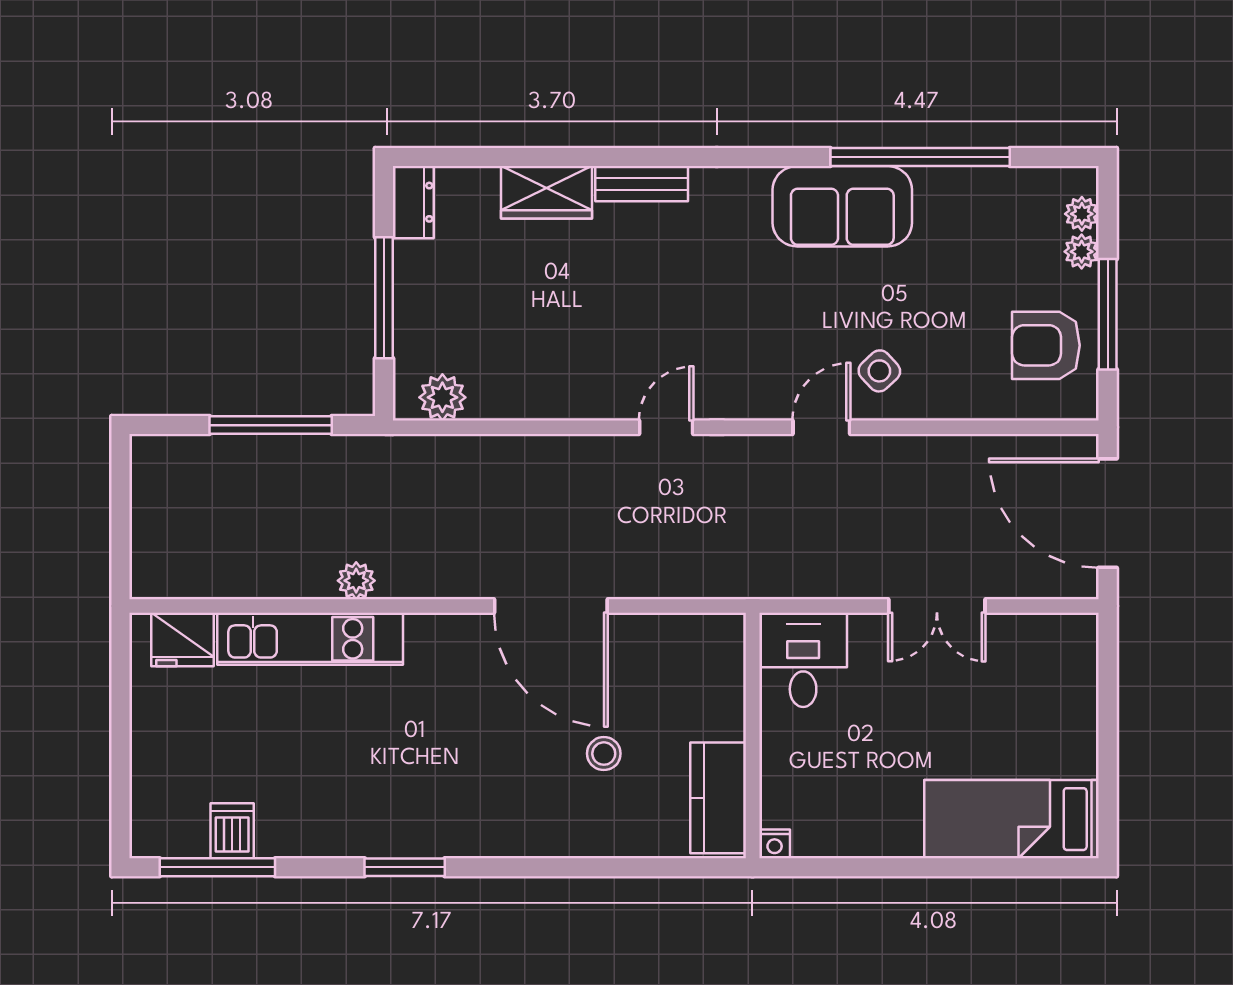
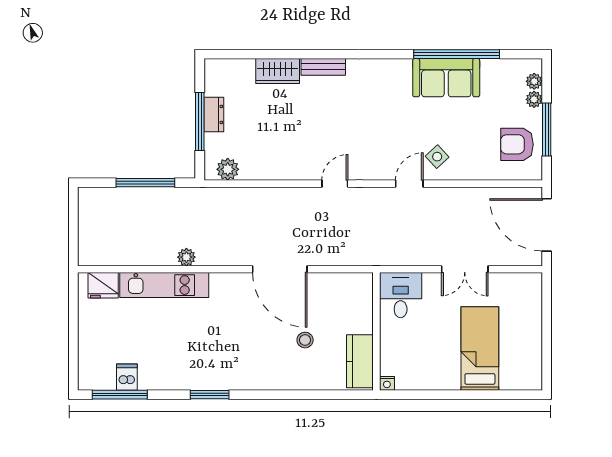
dresser: (413, 202) -> (214, 114), moved
sofa: (842, 206) -> (446, 78), moved
bed: (1011, 819) -> (480, 348), moved, turned 90

